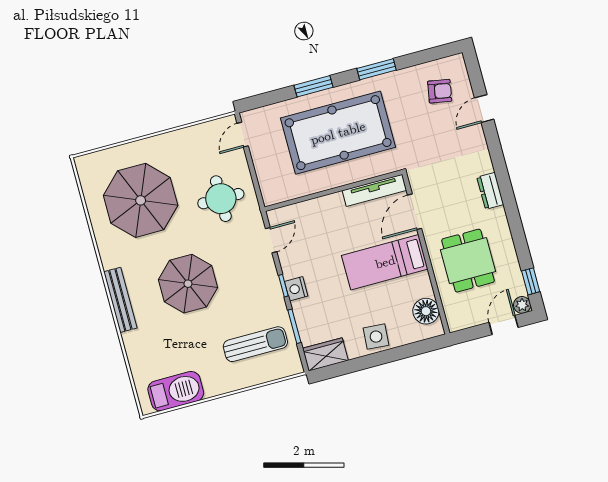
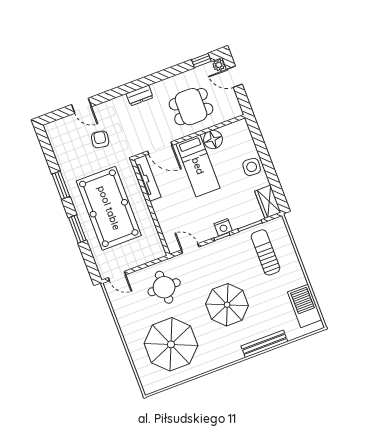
armchair: (440, 91) -> (100, 139), moved
bench: (120, 300) -> (264, 344), moved
floor lamp: (426, 311) -> (213, 139), moved

